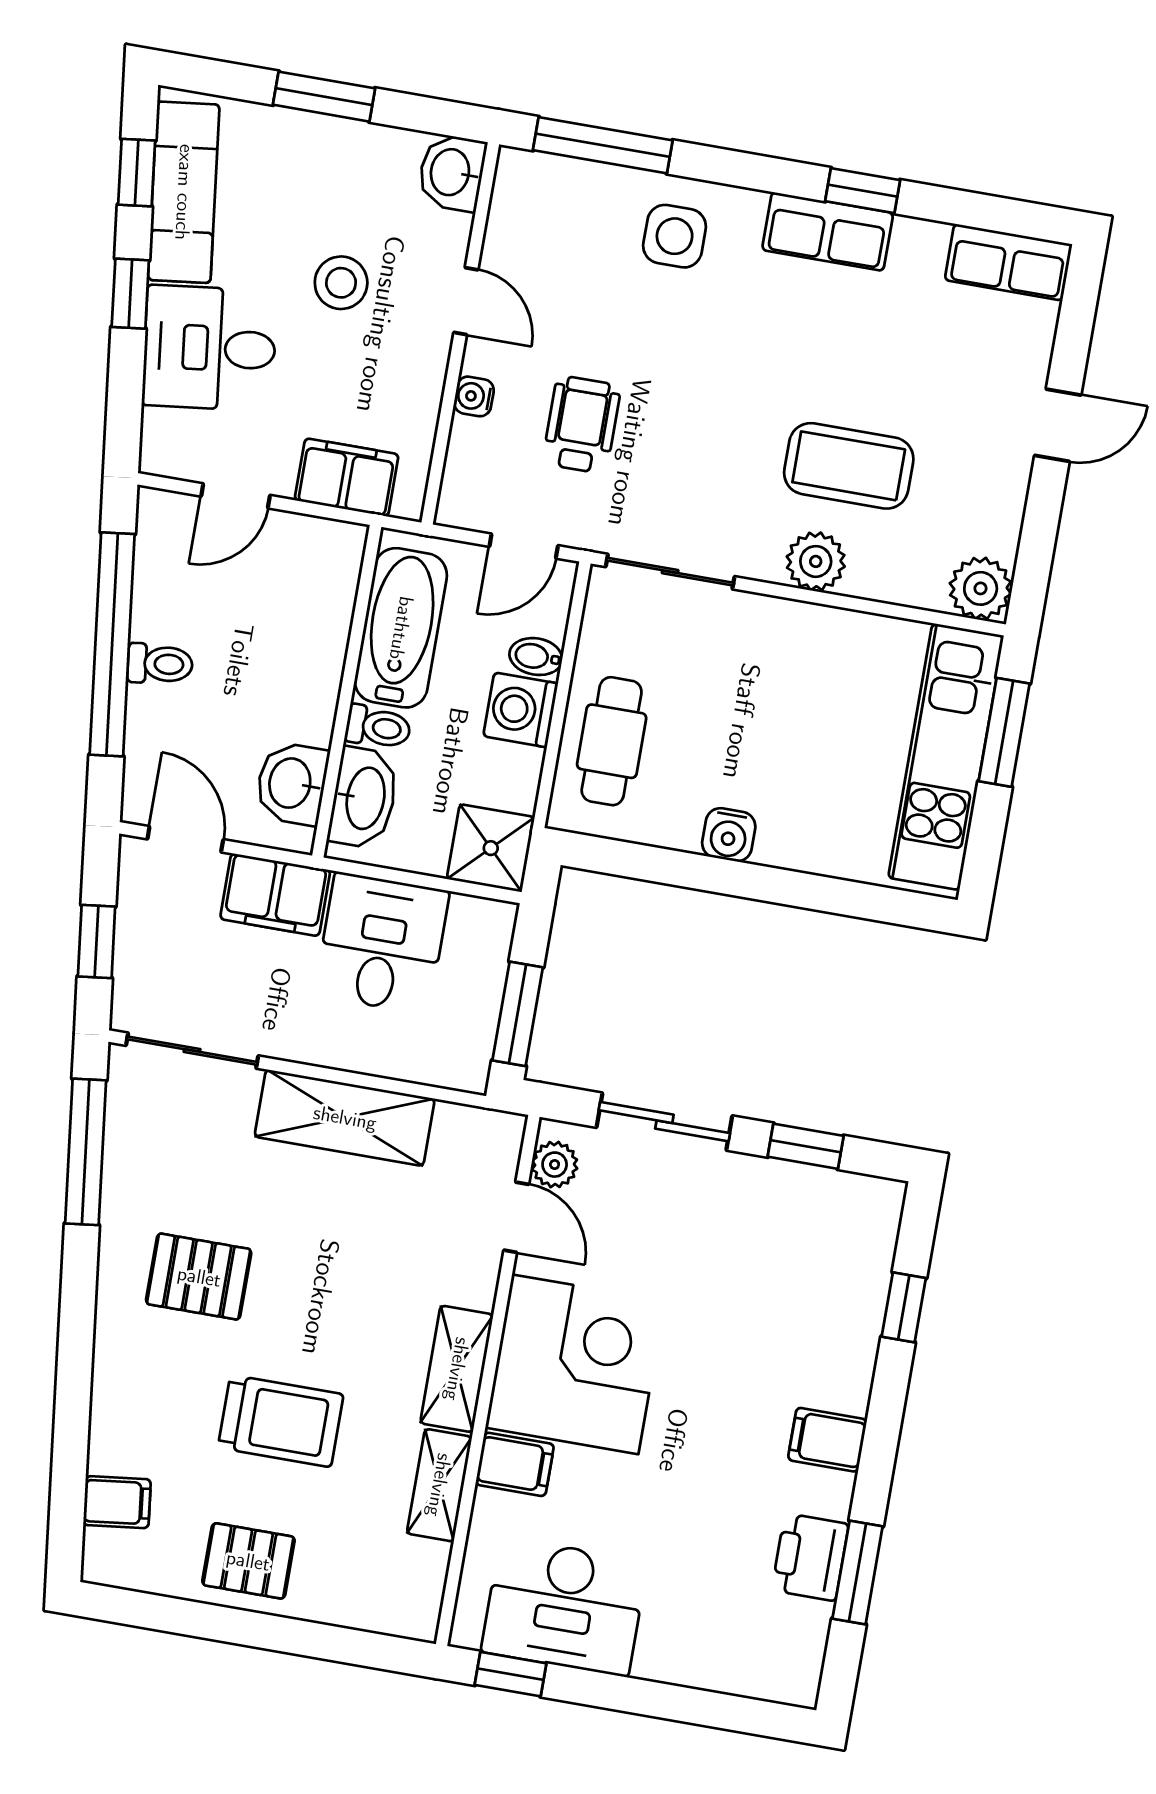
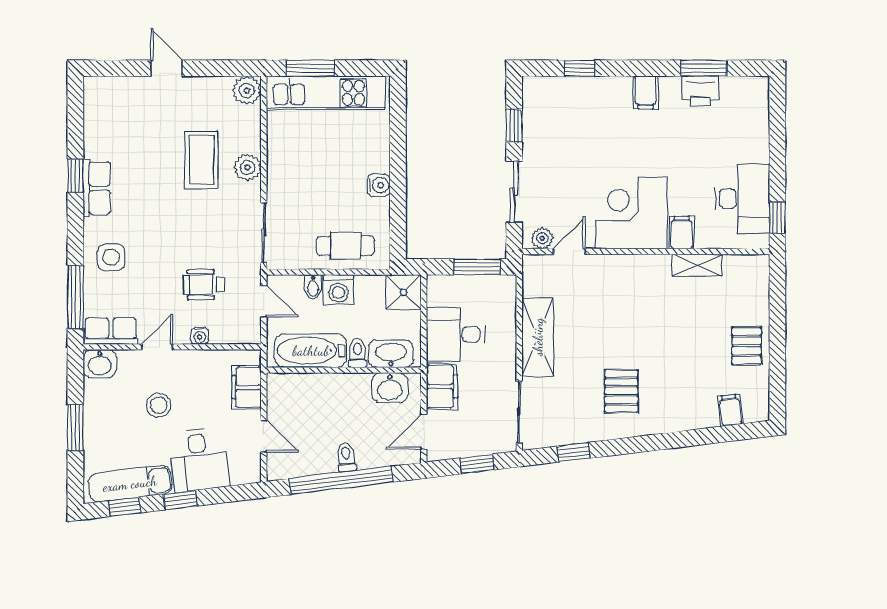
row of seats: (1008, 262) -> (111, 331), moved, turned -90
window: (86, 1152) -> (574, 452), width x0.46
shelving: (457, 1369) -> (643, 266), removed
trolley: (281, 1421) -> (680, 342), removed

